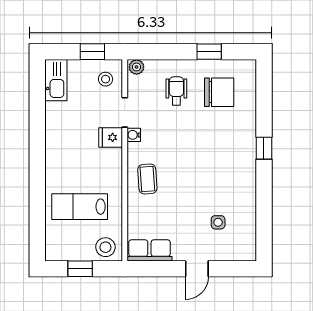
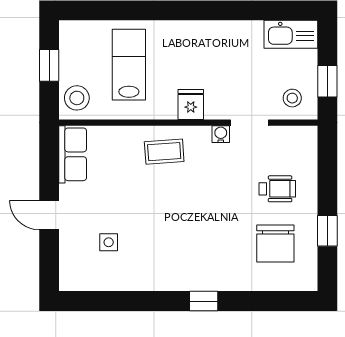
plant: (136, 67) -> (308, 138), removed
fridge: (111, 137) -> (191, 105), moved

